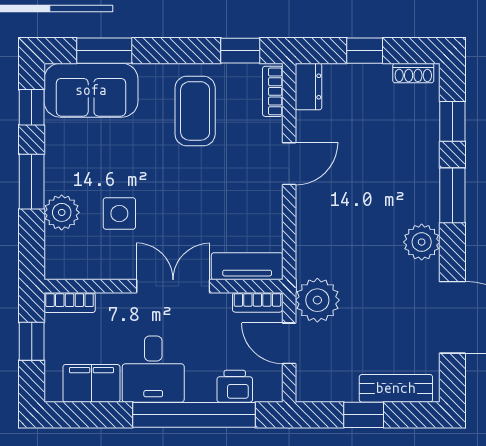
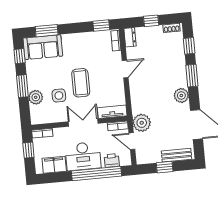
coffee table: (195, 111) -> (81, 83), moved
desk: (153, 369) -> (83, 156), width x1.37

